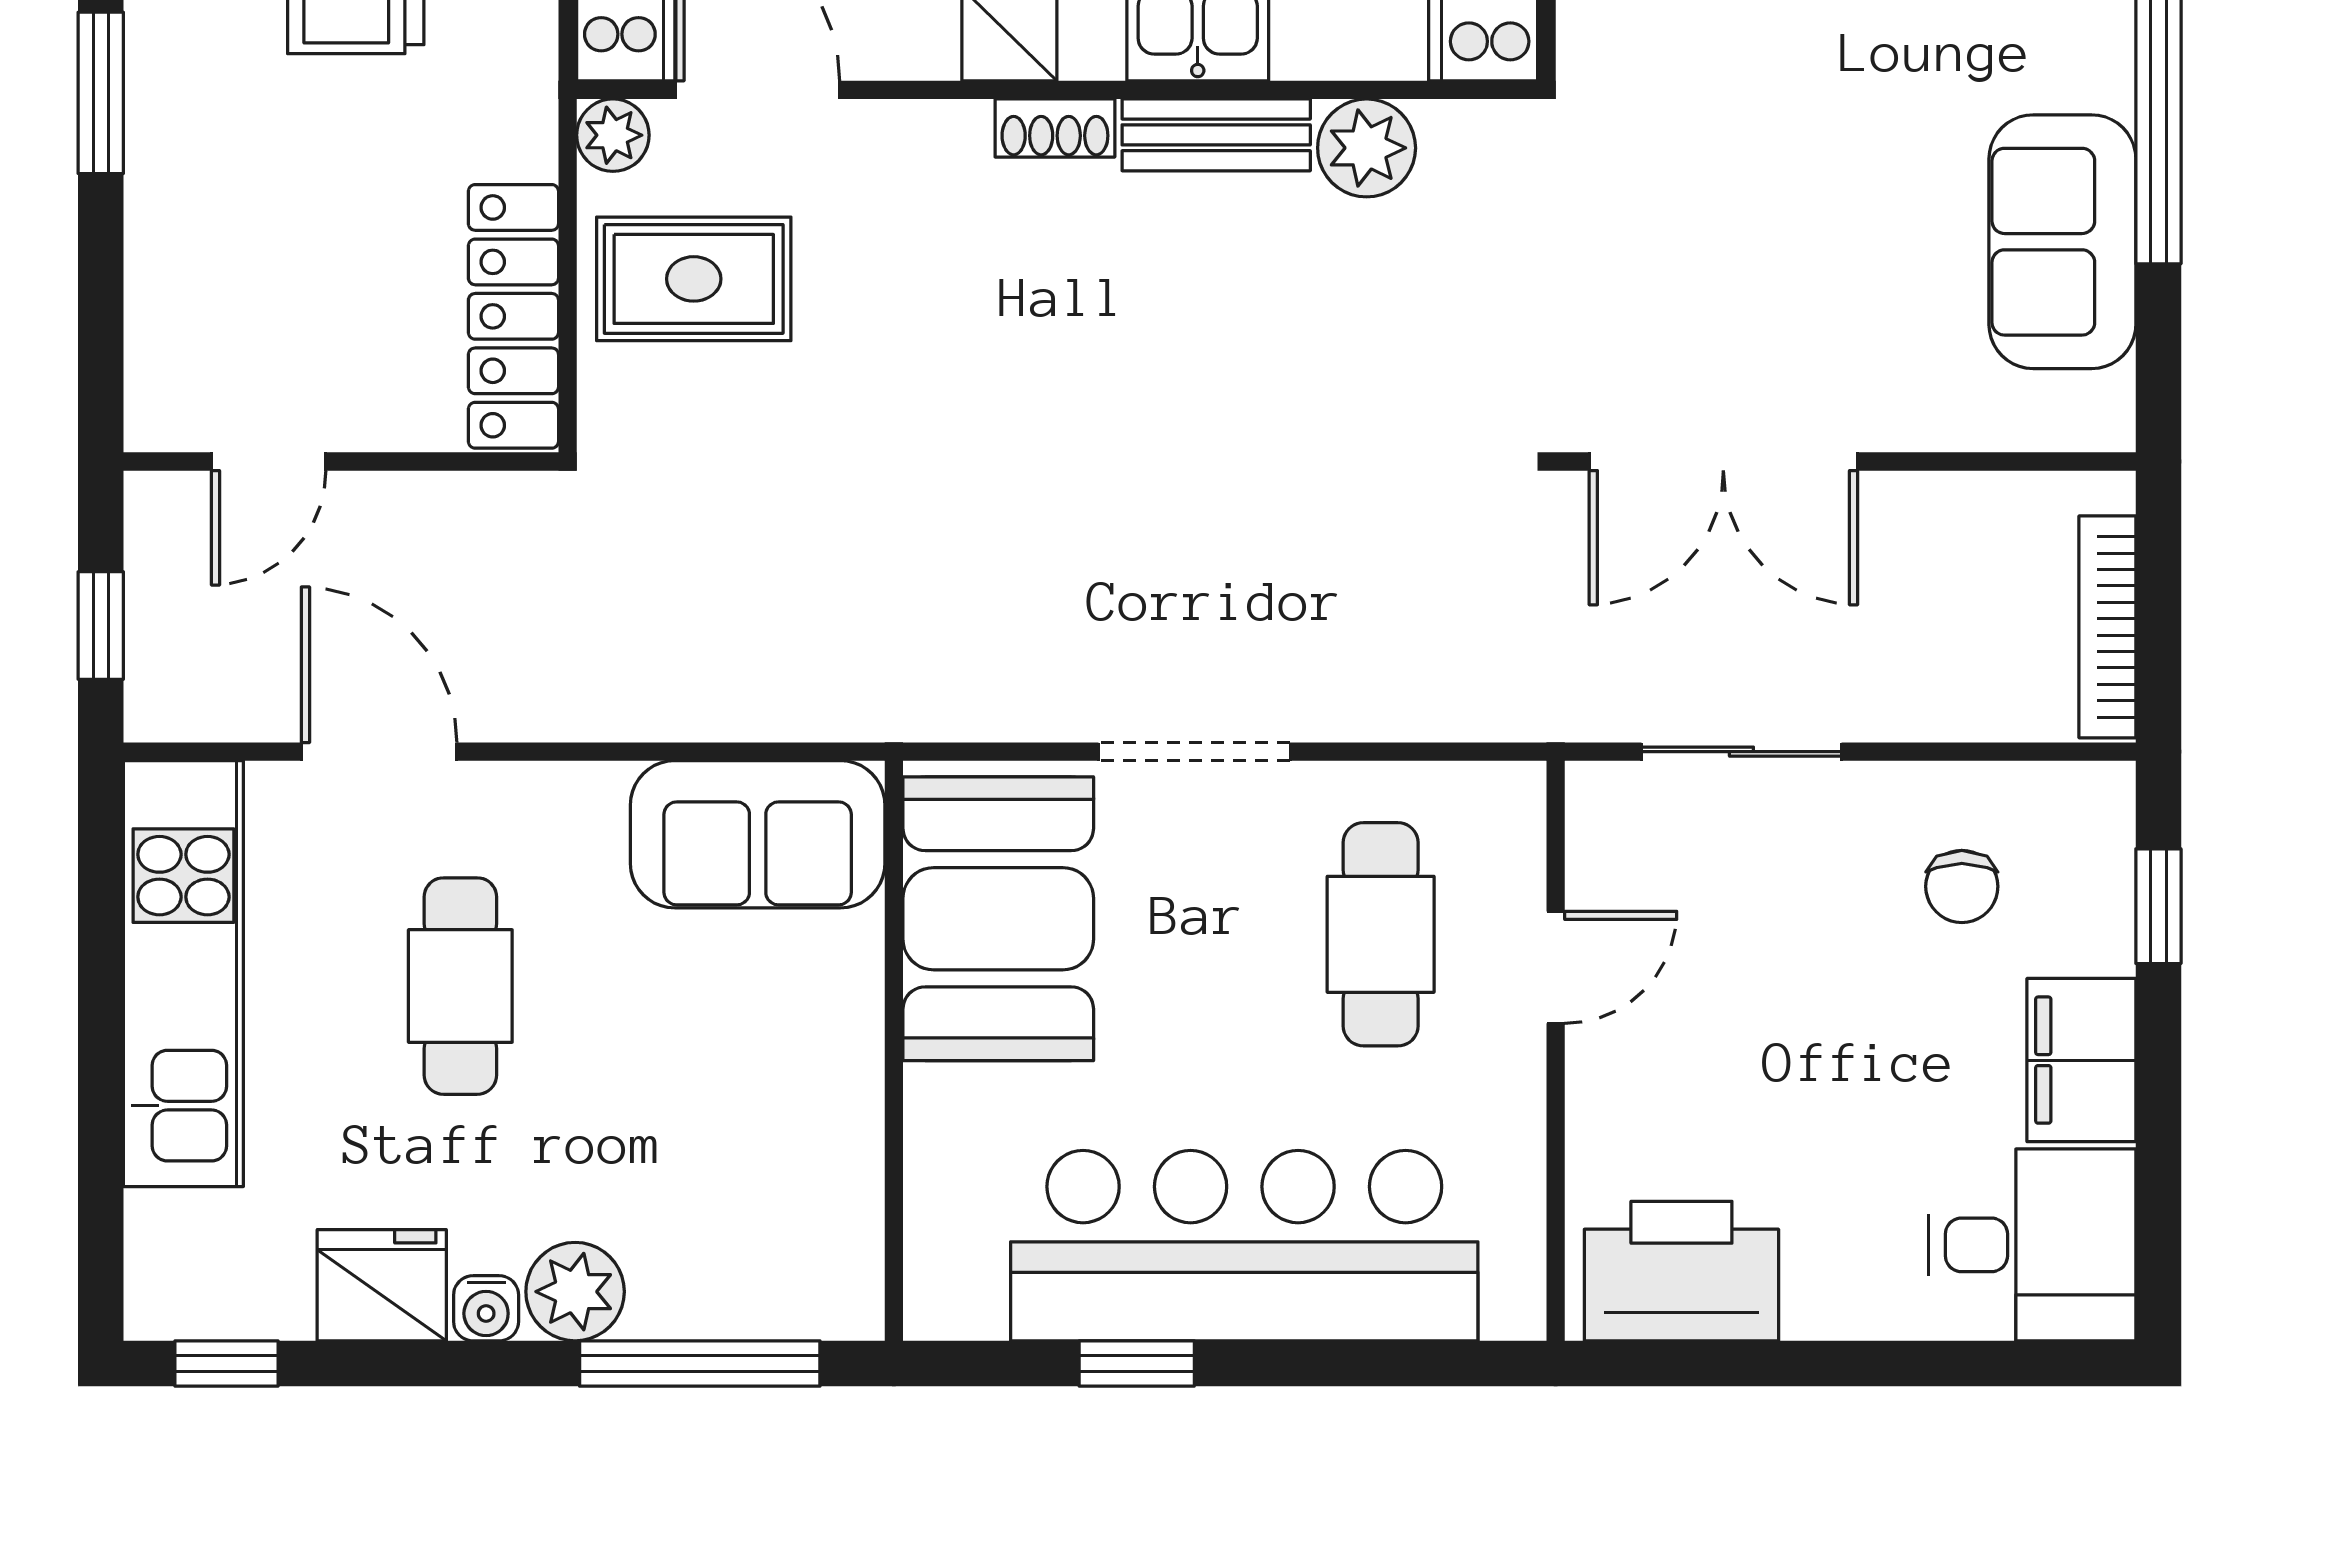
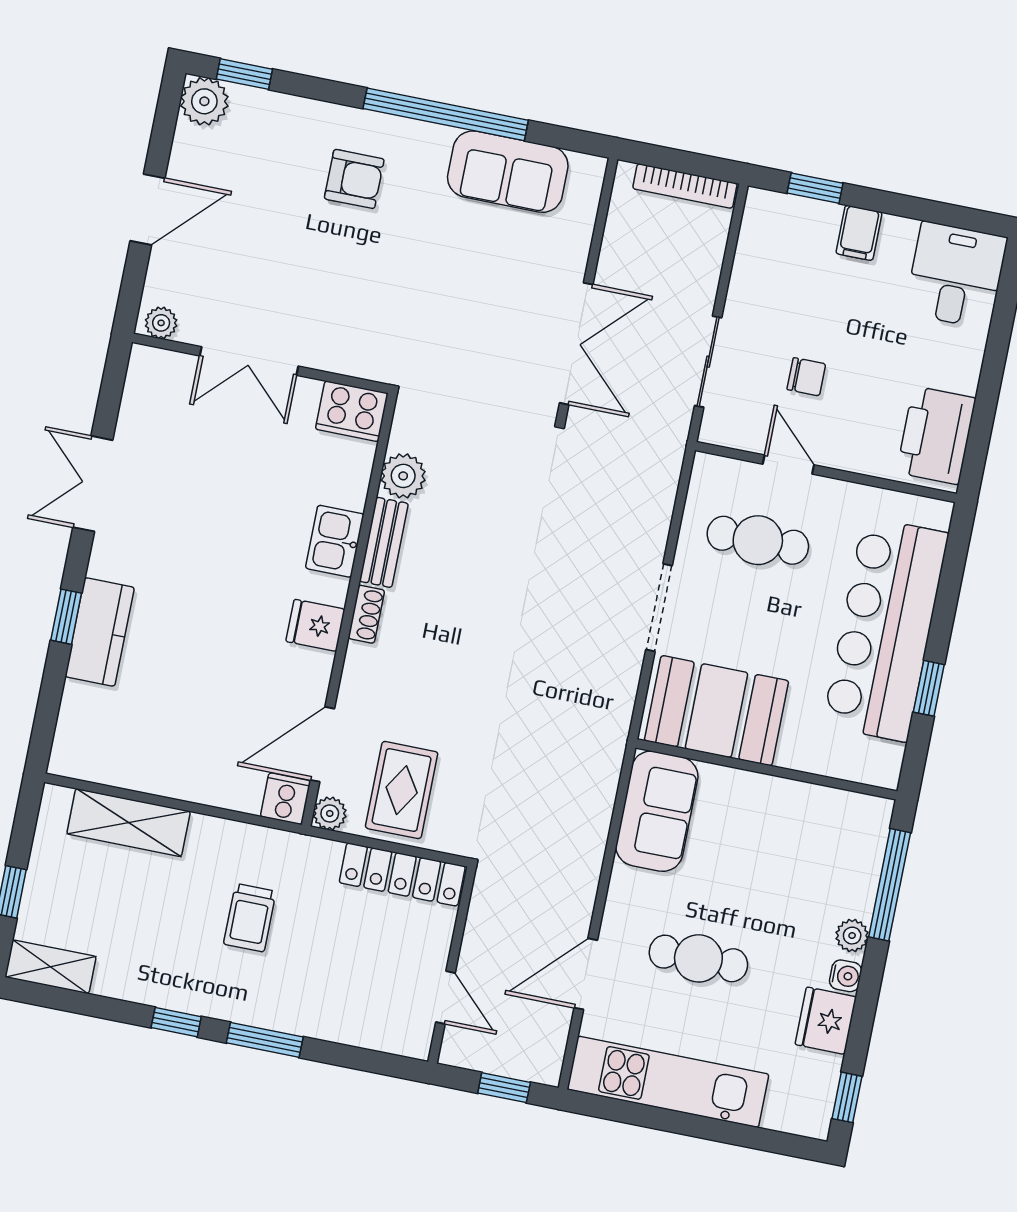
chair: (1962, 886) -> (806, 377), moved
filing cabinet: (2081, 1060) -> (859, 233), width x0.50
plant: (575, 1292) -> (852, 936), width x0.73, depth x0.73

